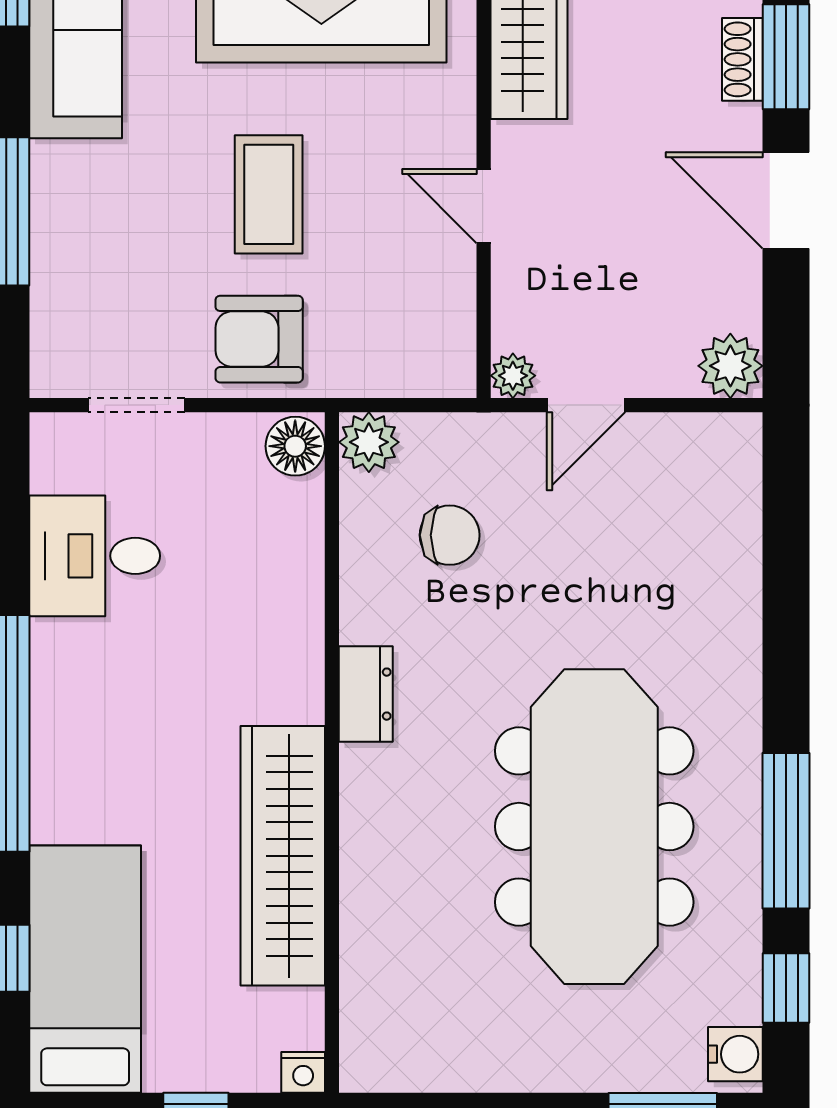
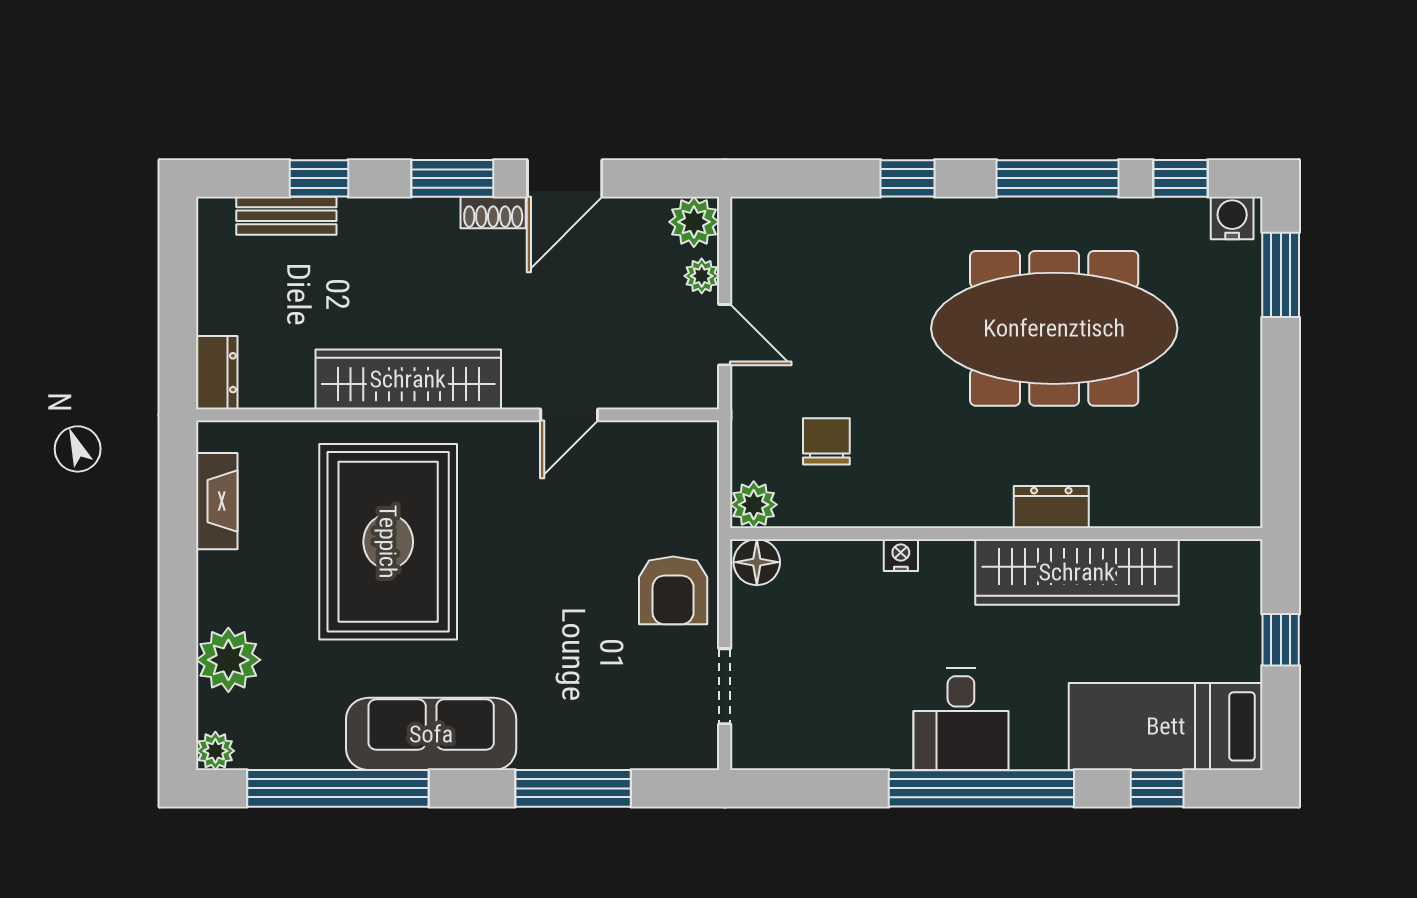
shoe rack: (742, 59) -> (493, 212), moved
coffee table: (269, 194) -> (560, 583), removed
plant: (513, 376) -> (702, 276), moved
desk: (95, 556) -> (961, 719), moved
window: (786, 639) -> (908, 178), added
dresser: (366, 694) -> (1051, 507), moved
nightstand: (303, 1072) -> (901, 555), moved, turned -90

